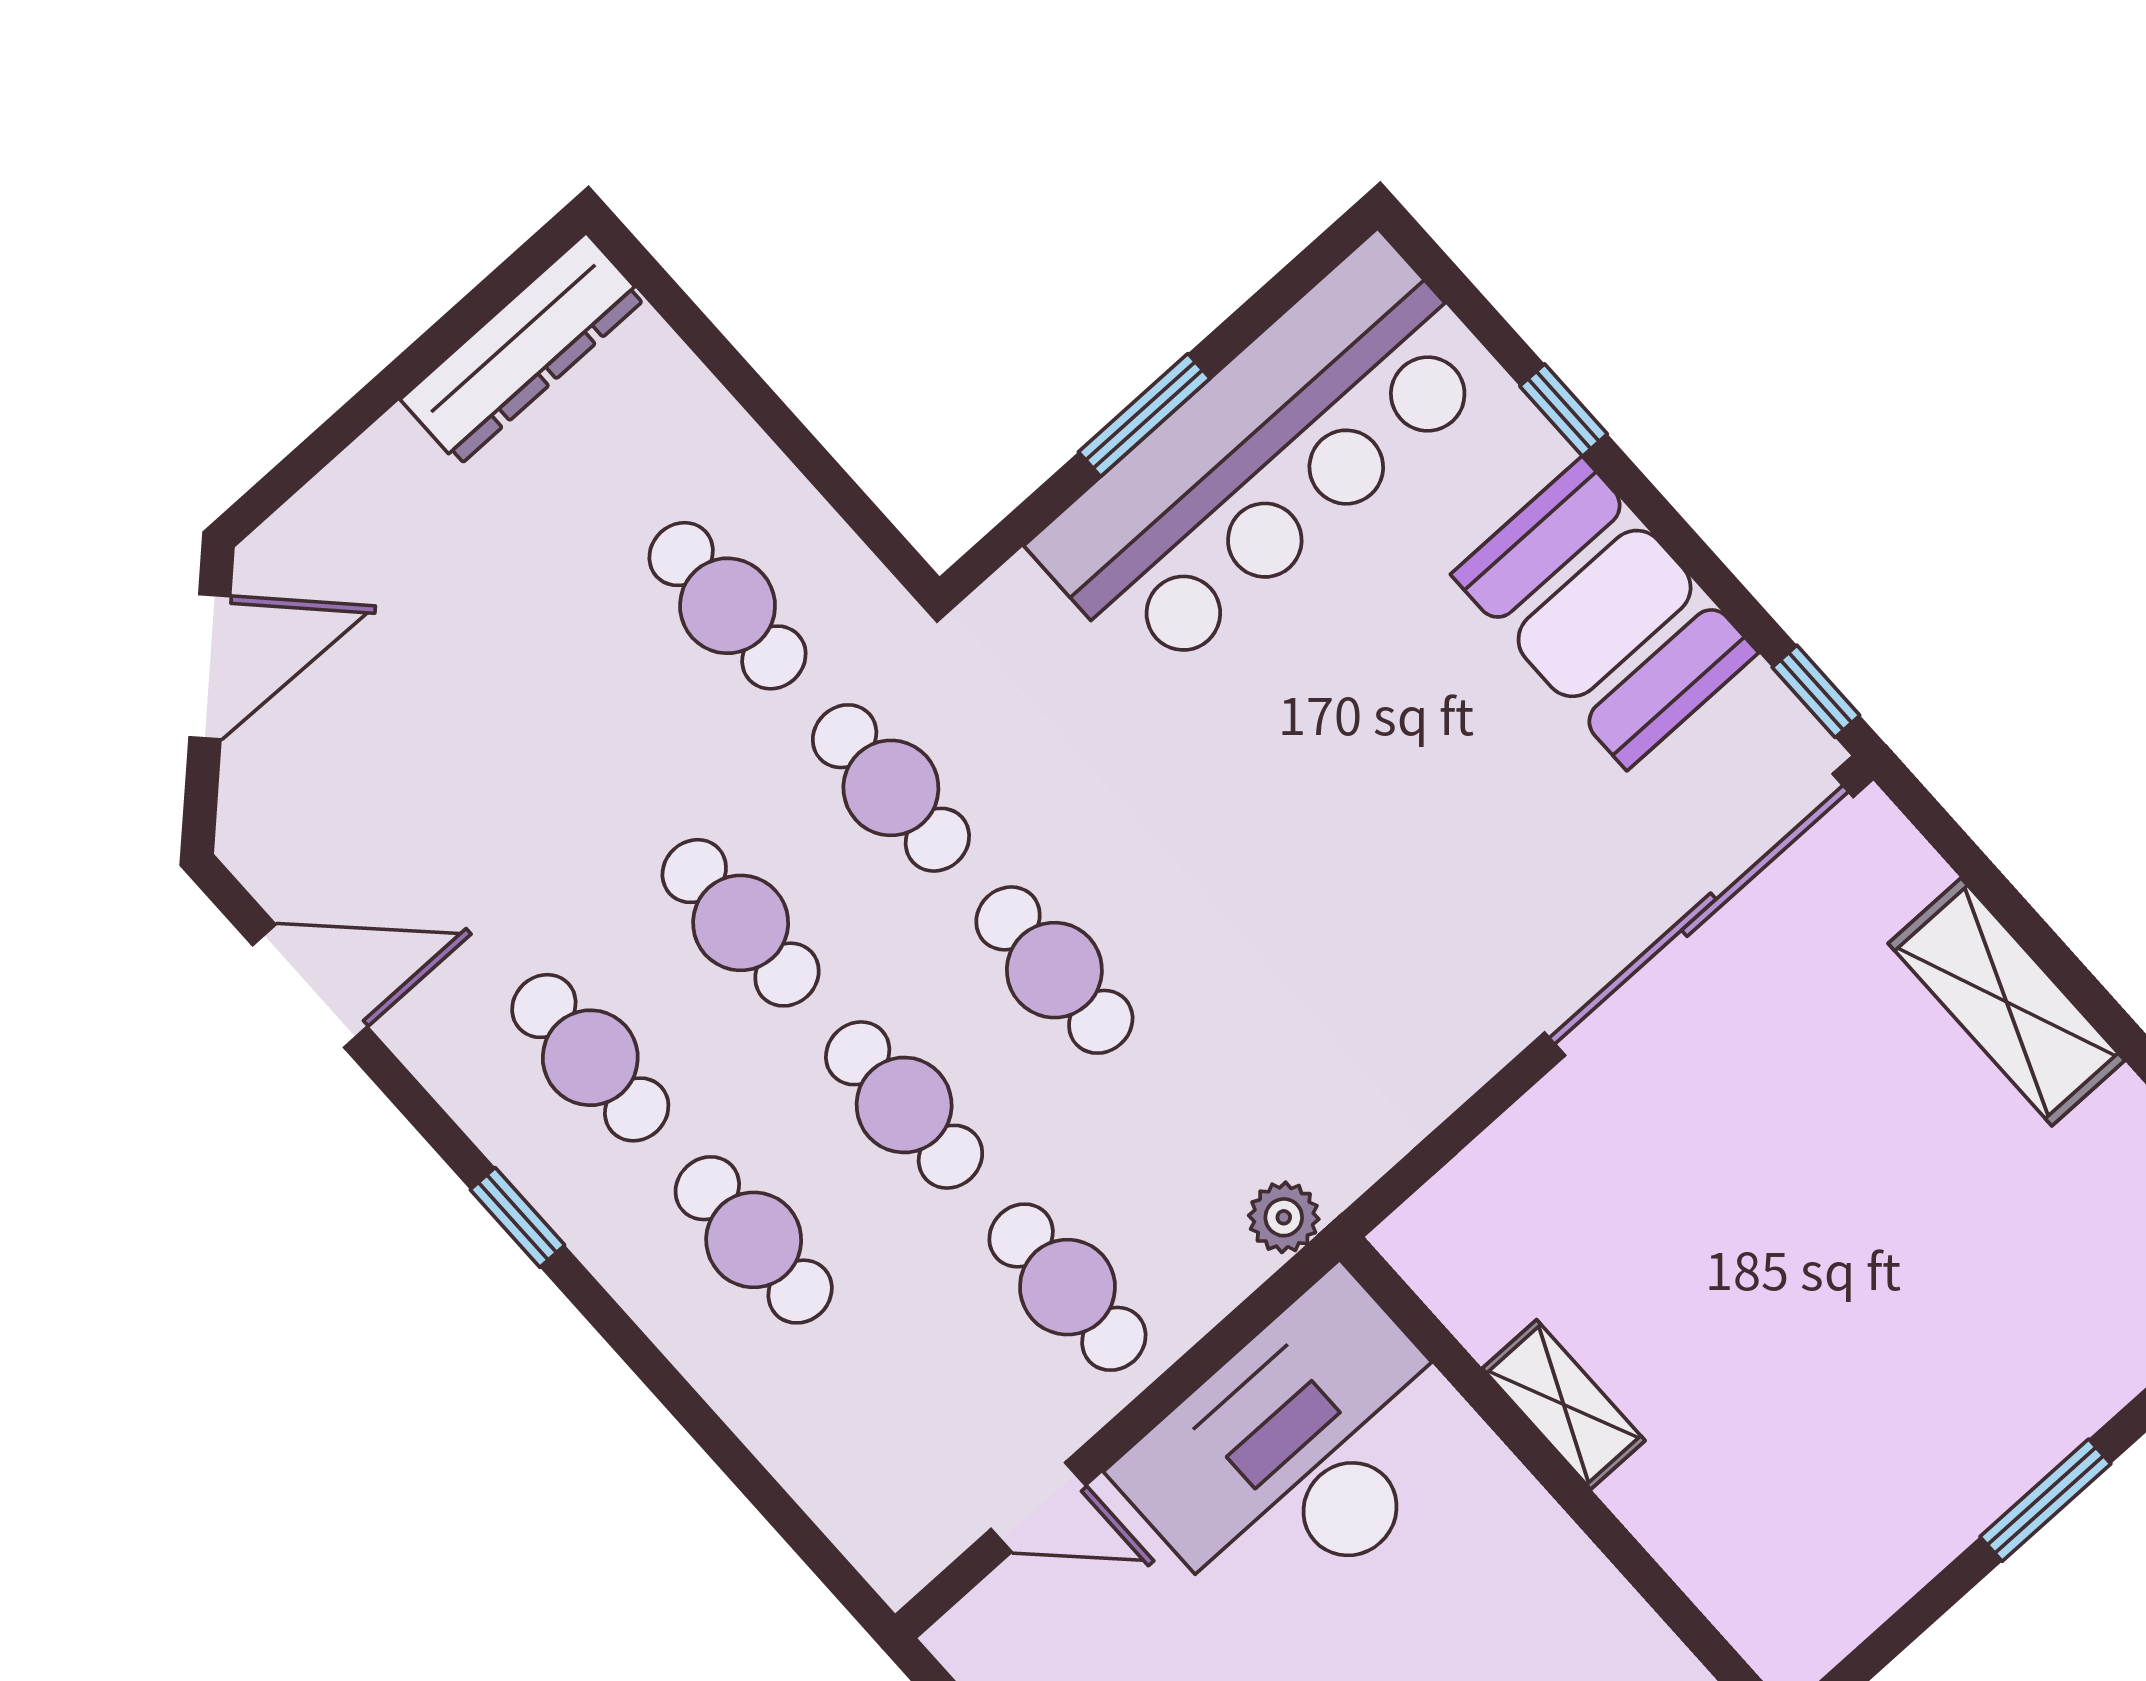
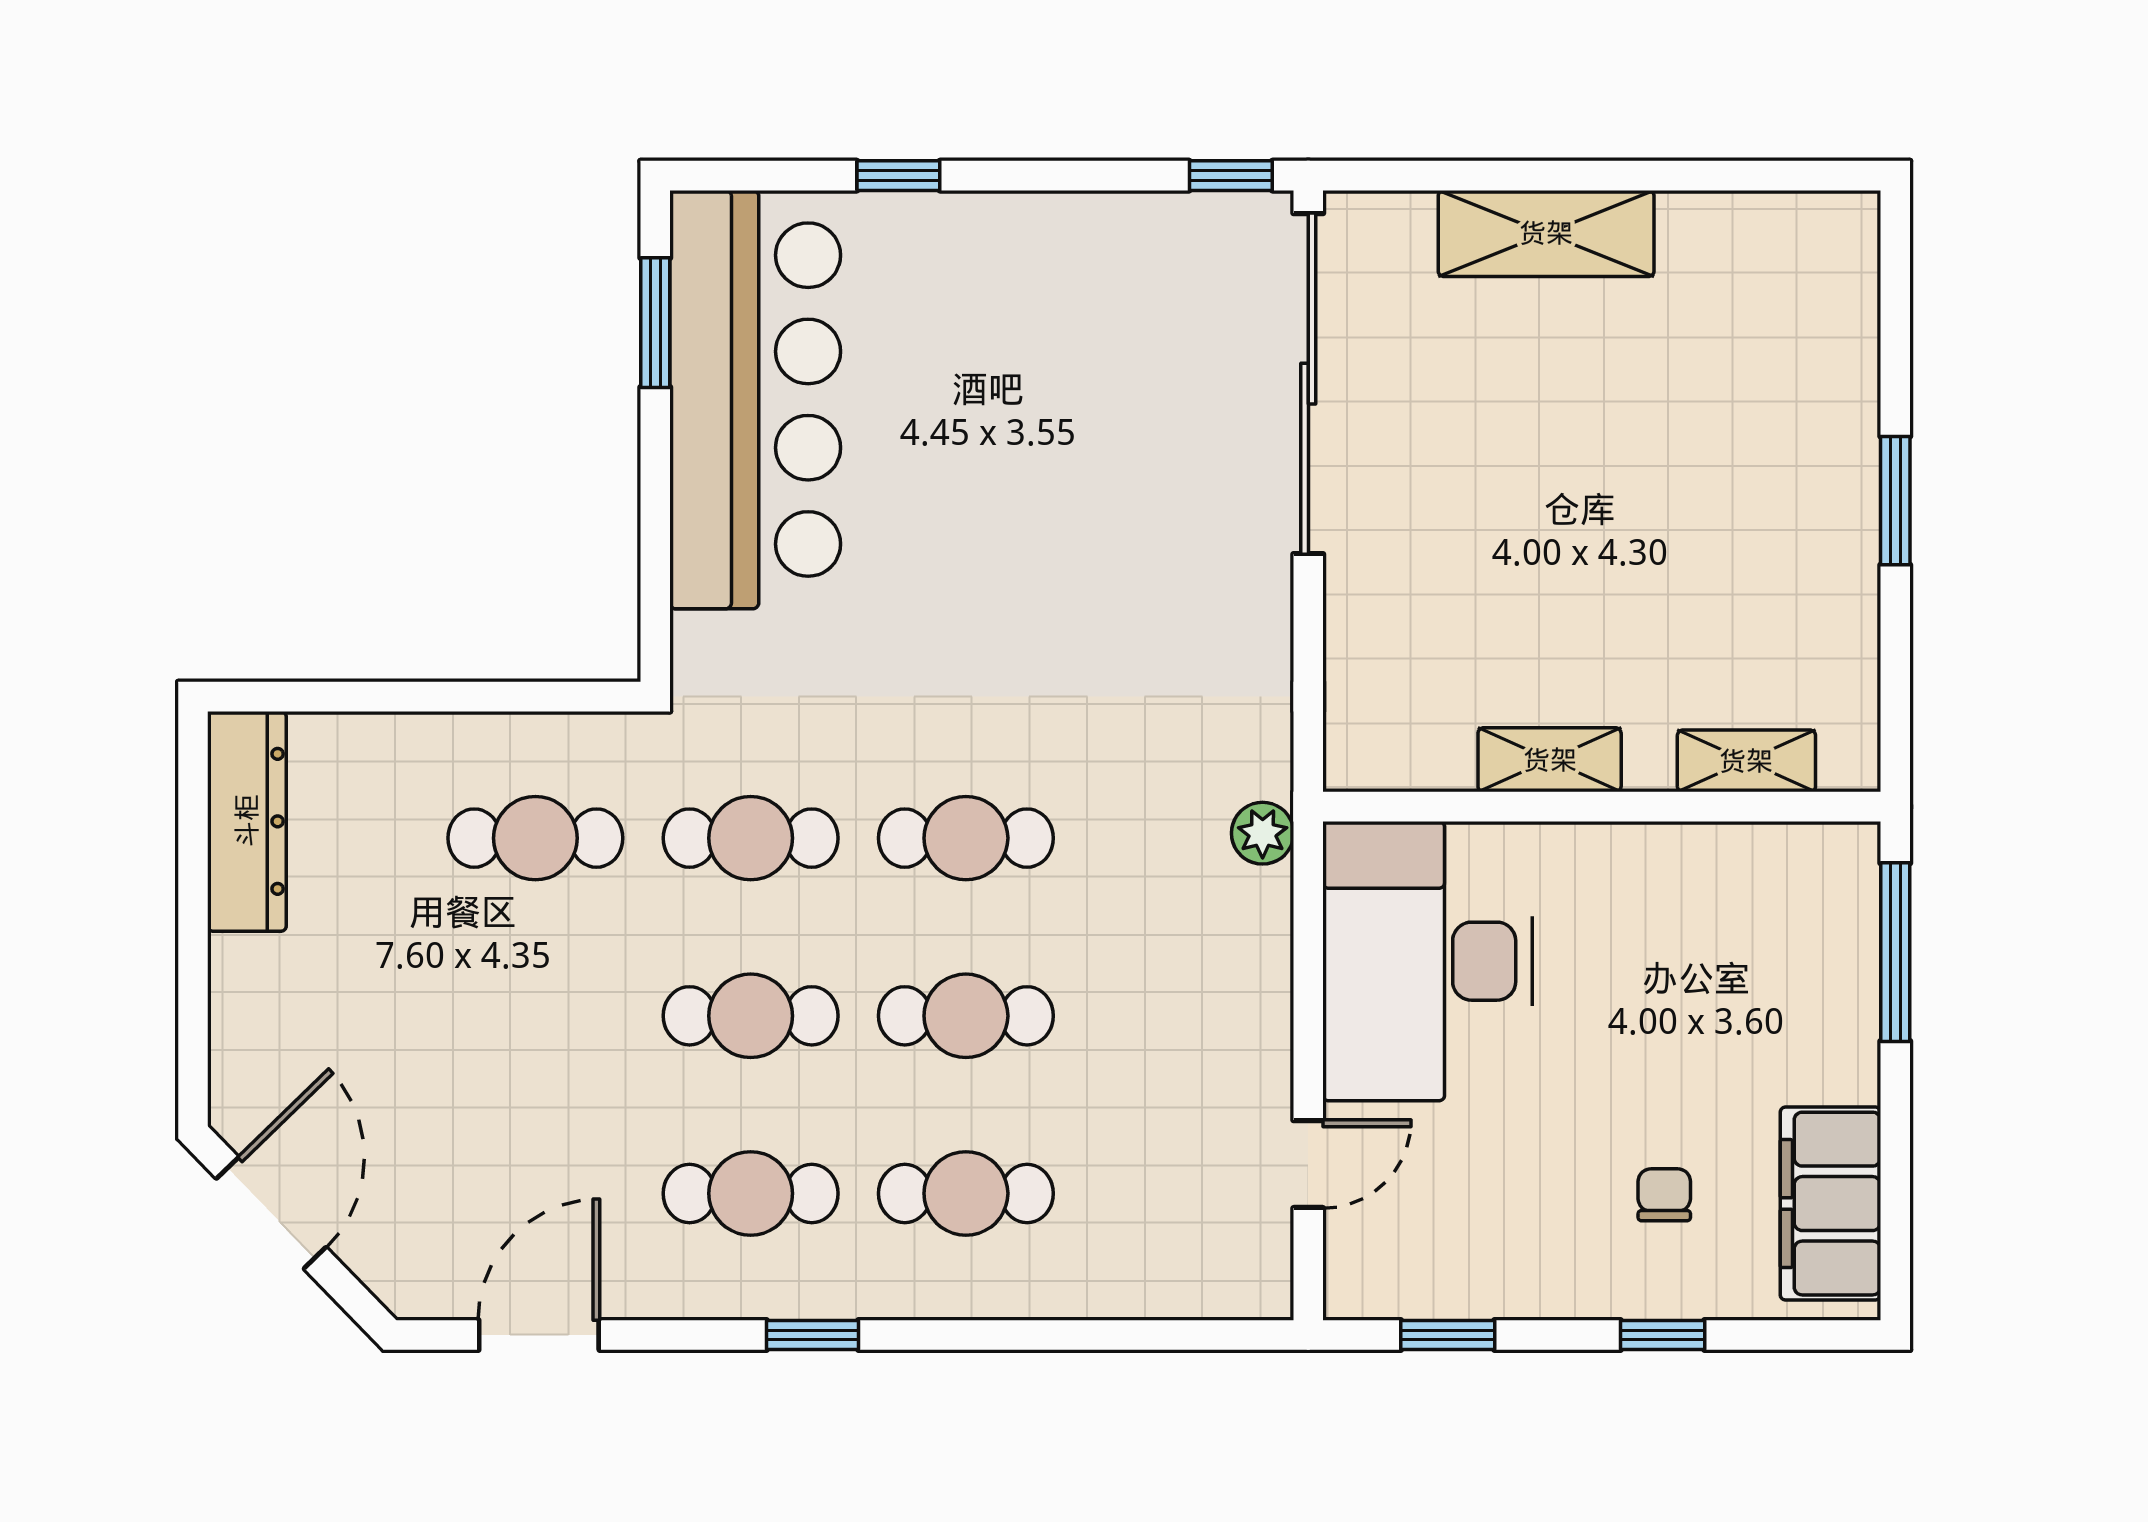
window: (1144, 415) -> (655, 323), moved
booth: (1605, 613) -> (1056, 268), removed
cafe table: (1067, 1287) -> (1181, 1016), removed
shelving: (1712, 1572) -> (1746, 761), added

